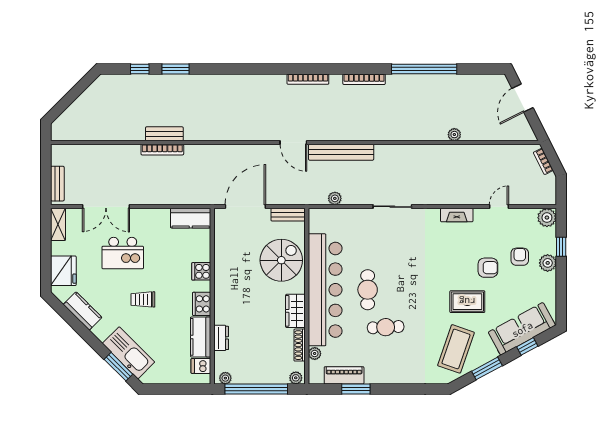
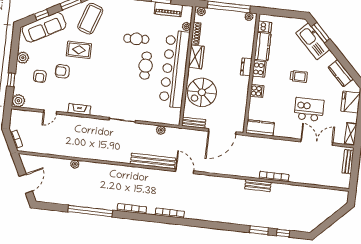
bench: (164, 134) -> (258, 186), moved
plant: (548, 263) -> (23, 58), moved
dresser: (221, 338) -> (246, 67), moved

